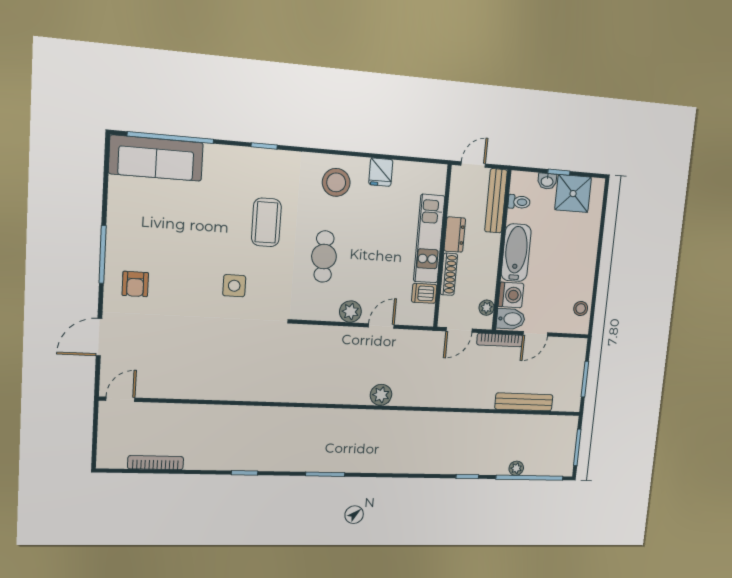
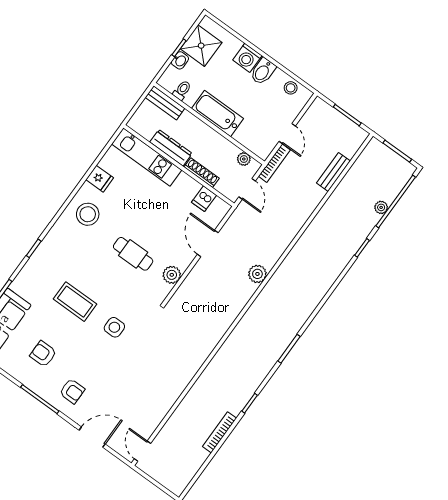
door: (473, 165) -> (135, 109), removed
bench: (496, 201) -> (165, 103), width x0.73
coffee table: (266, 222) -> (75, 302), moved
armchair: (156, 227) -> (43, 354), added
dresser: (455, 235) -> (171, 148), width x1.44
kitchen unit: (429, 239) -> (147, 157), moved
washing machine: (511, 295) -> (247, 58), moved, turned 180
plant: (350, 312) -> (172, 275), moved
bidet: (511, 319) -> (263, 71), moved, turned 180
door: (381, 326) -> (208, 243), width x1.38
door: (99, 337) -> (92, 437), swing flipped
bench: (524, 402) -> (333, 172), width x0.73
bookcase: (156, 463) -> (220, 432), moved

